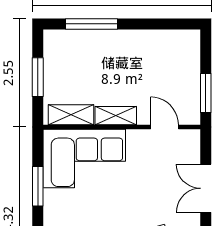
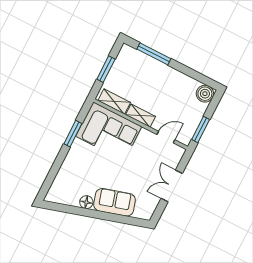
boiler: (187, 42) -> (205, 94), added
door: (165, 127) -> (166, 137), hinge flipped

